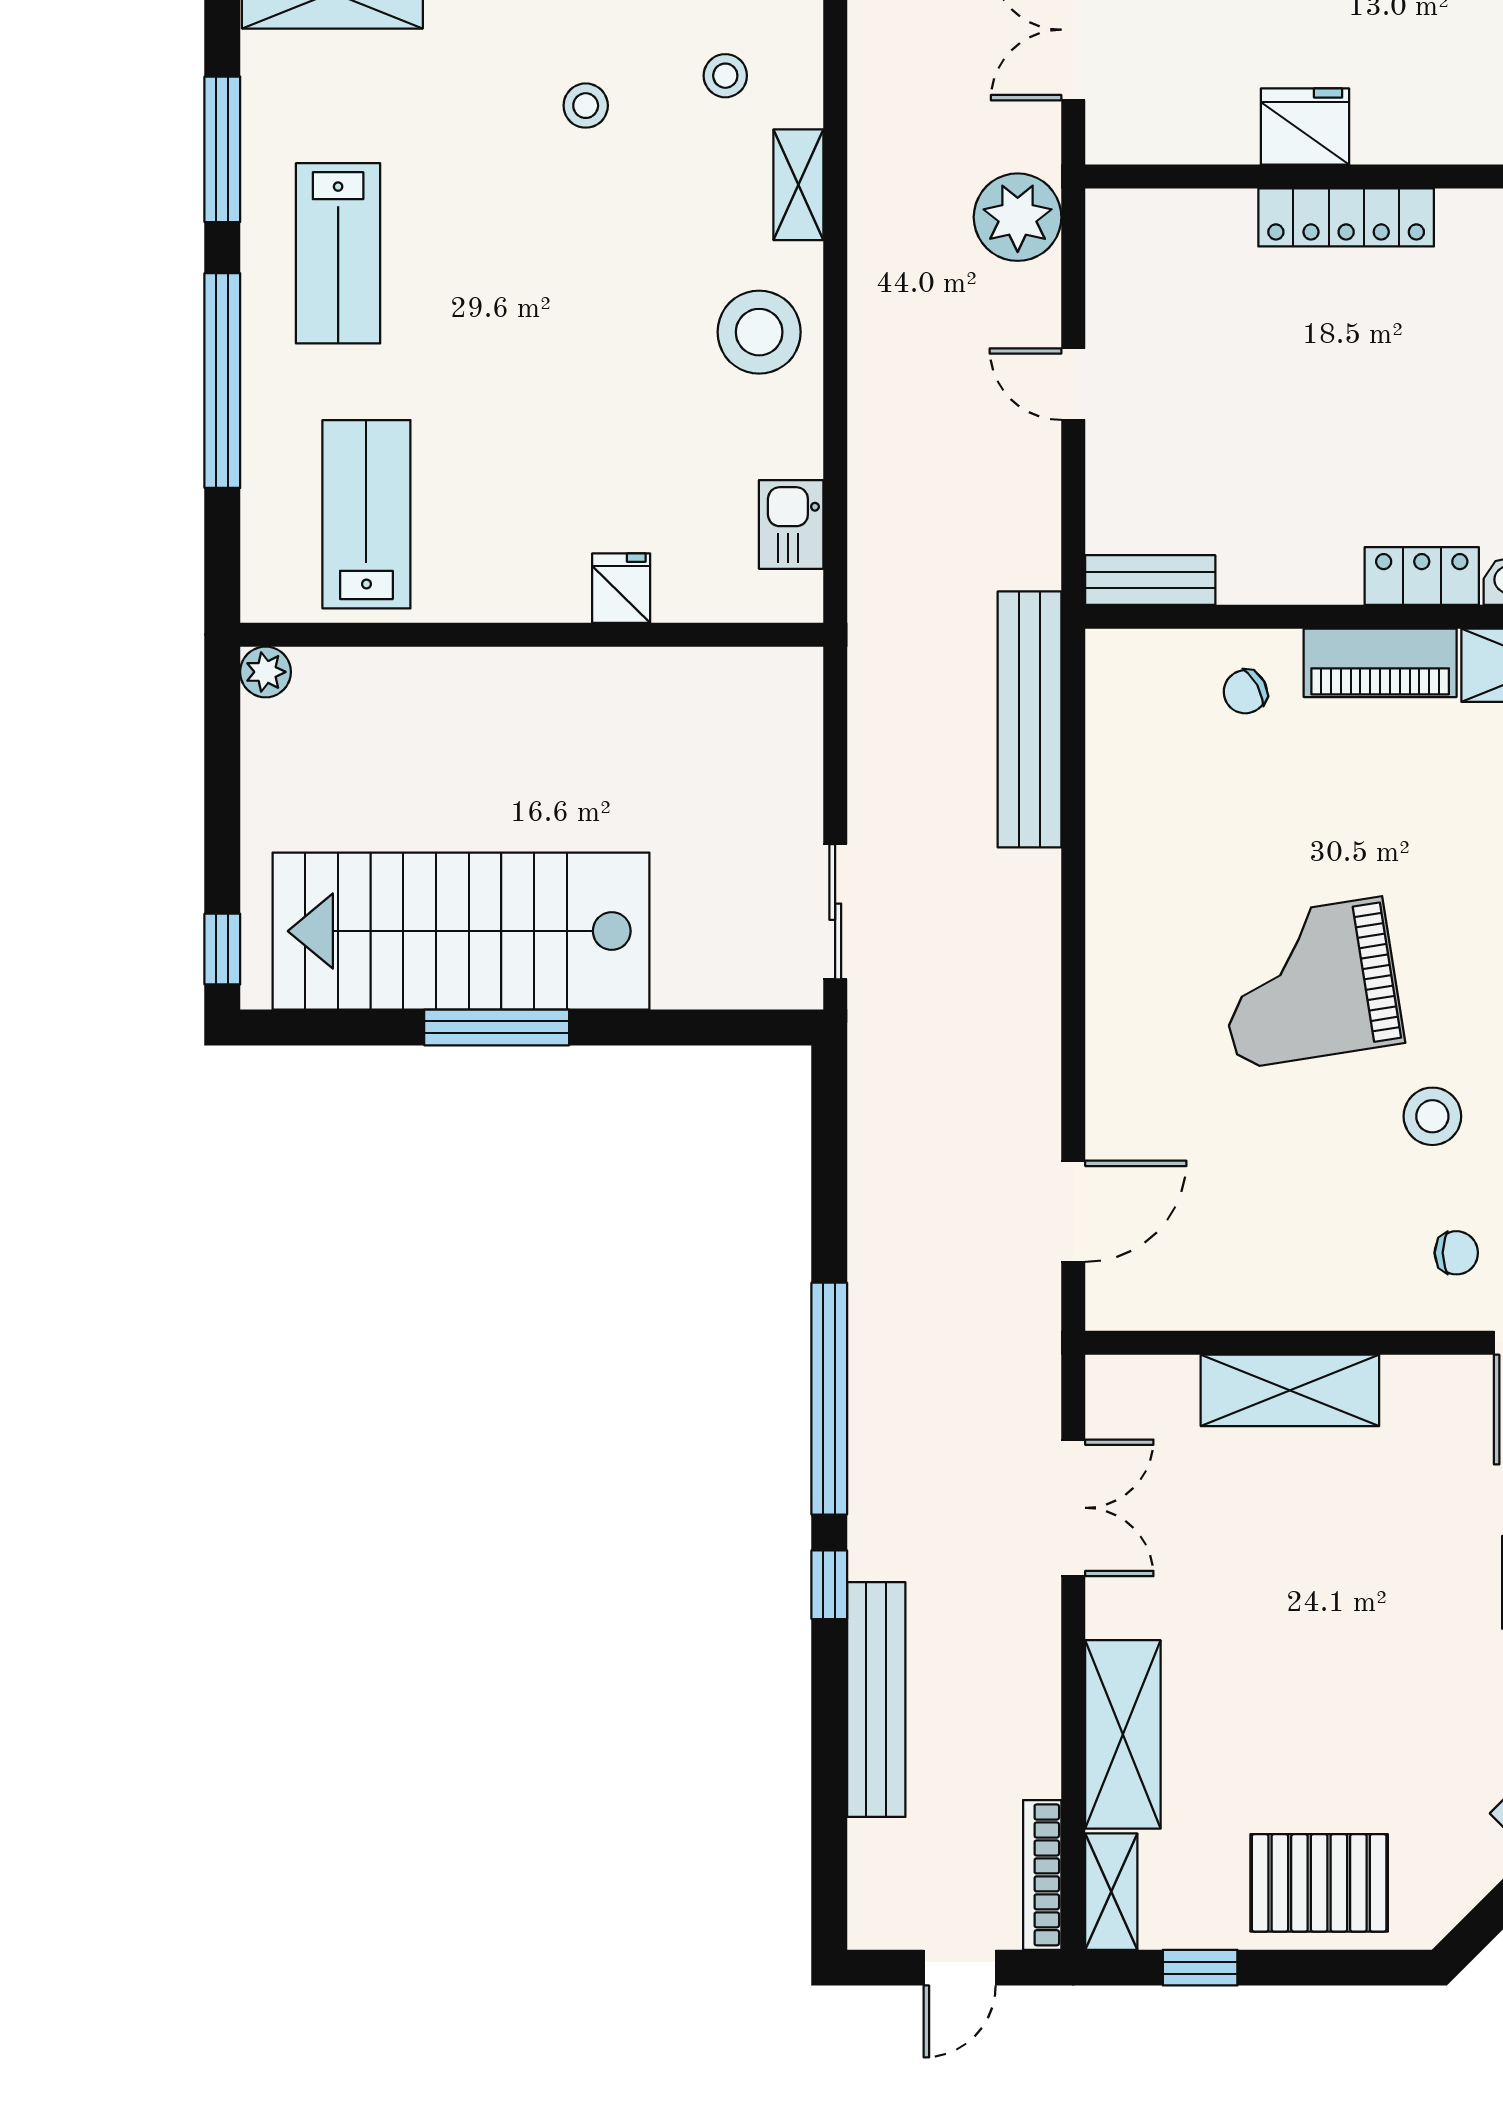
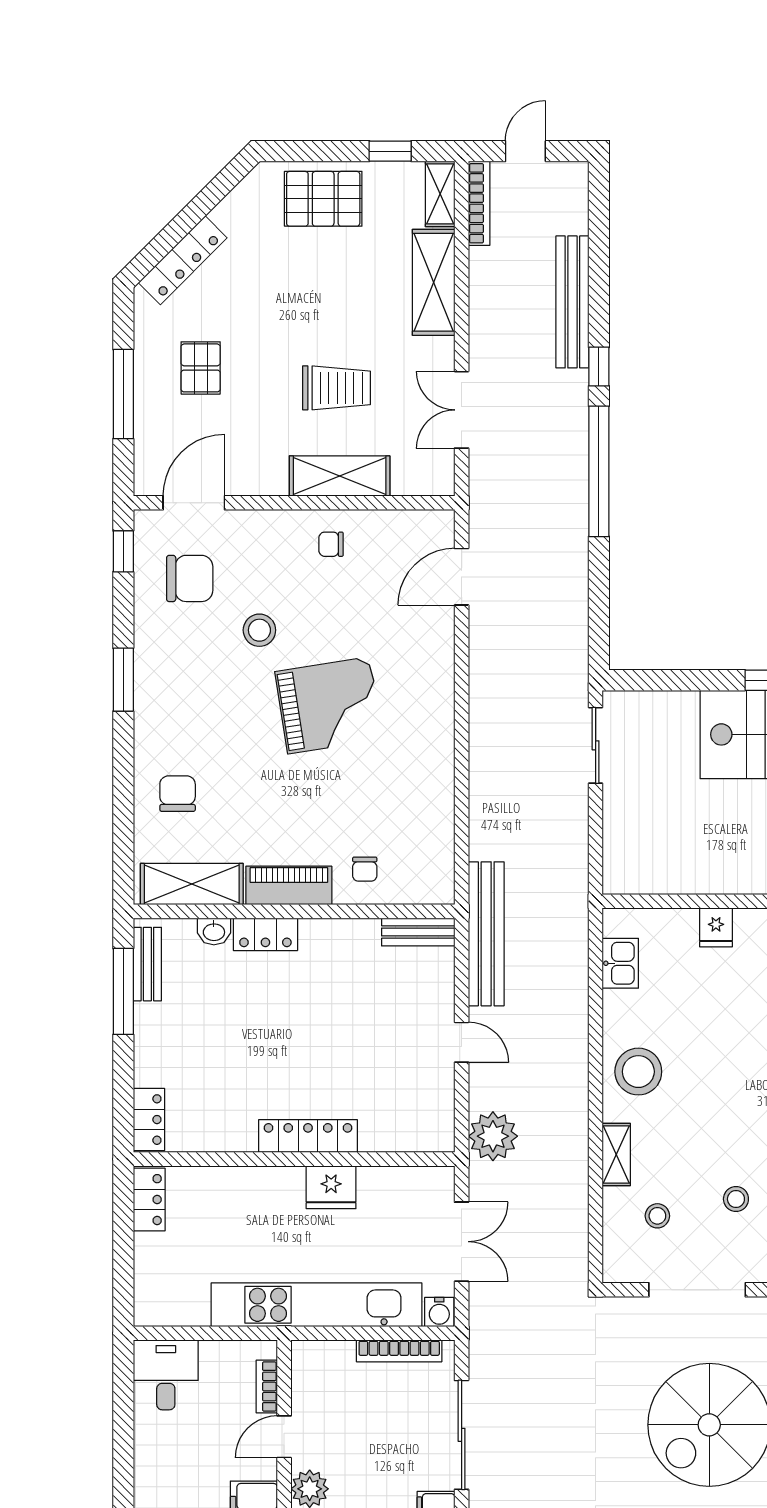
chair: (1245, 692) -> (365, 869), turned 119
bench: (1029, 719) -> (486, 934), moved
chair: (1456, 1253) -> (331, 544), moved
trolley: (1296, 1547) -> (336, 388), added

